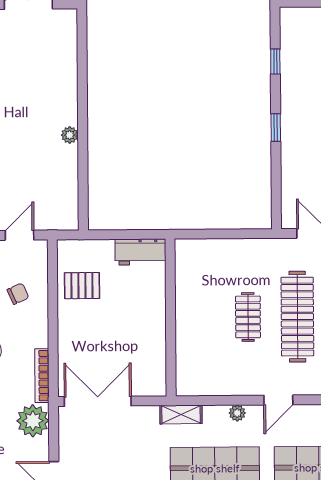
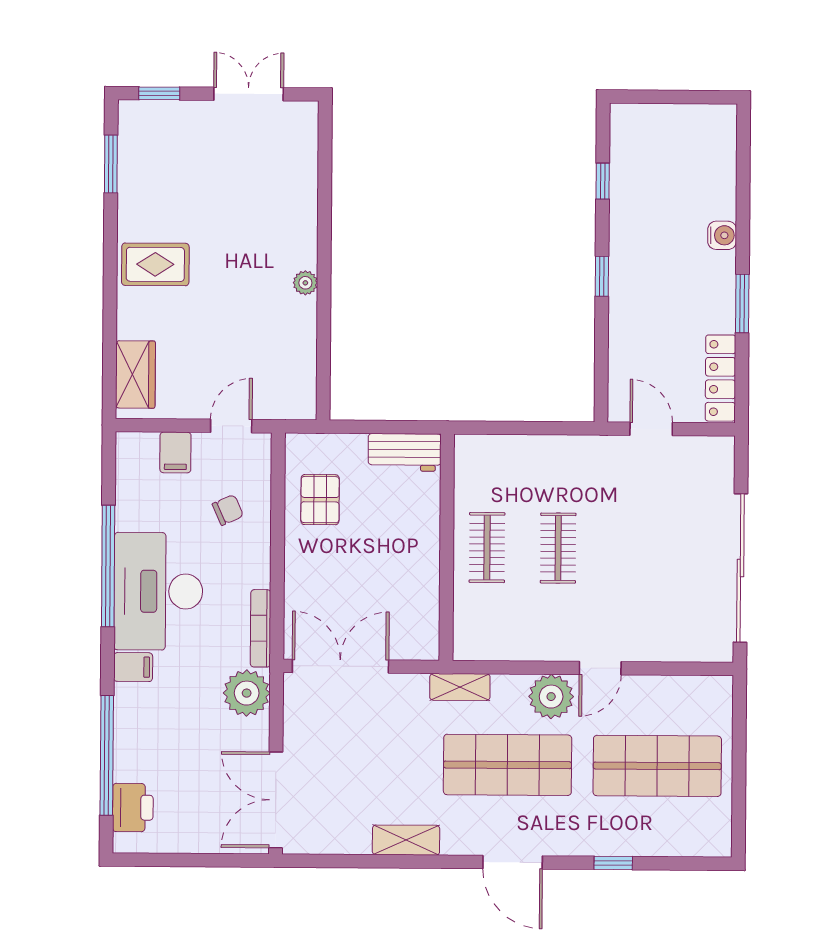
pallet: (82, 286) -> (320, 500), turned 90
clothes rail: (297, 317) -> (487, 548), moved, width x0.54, depth x0.76
plant: (237, 413) -> (551, 697), width x1.87, depth x1.87

